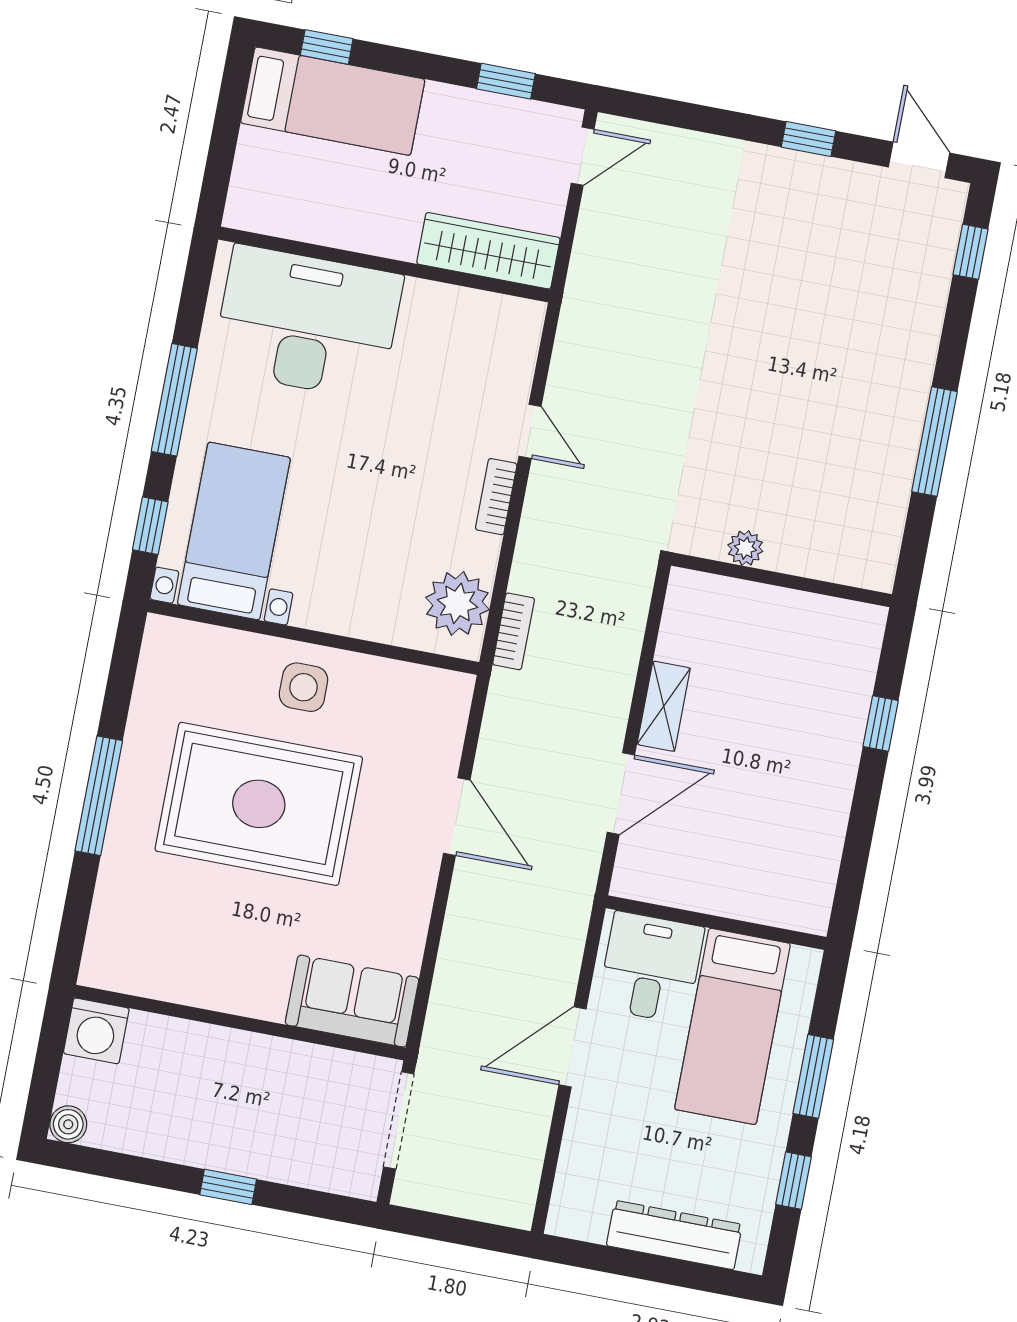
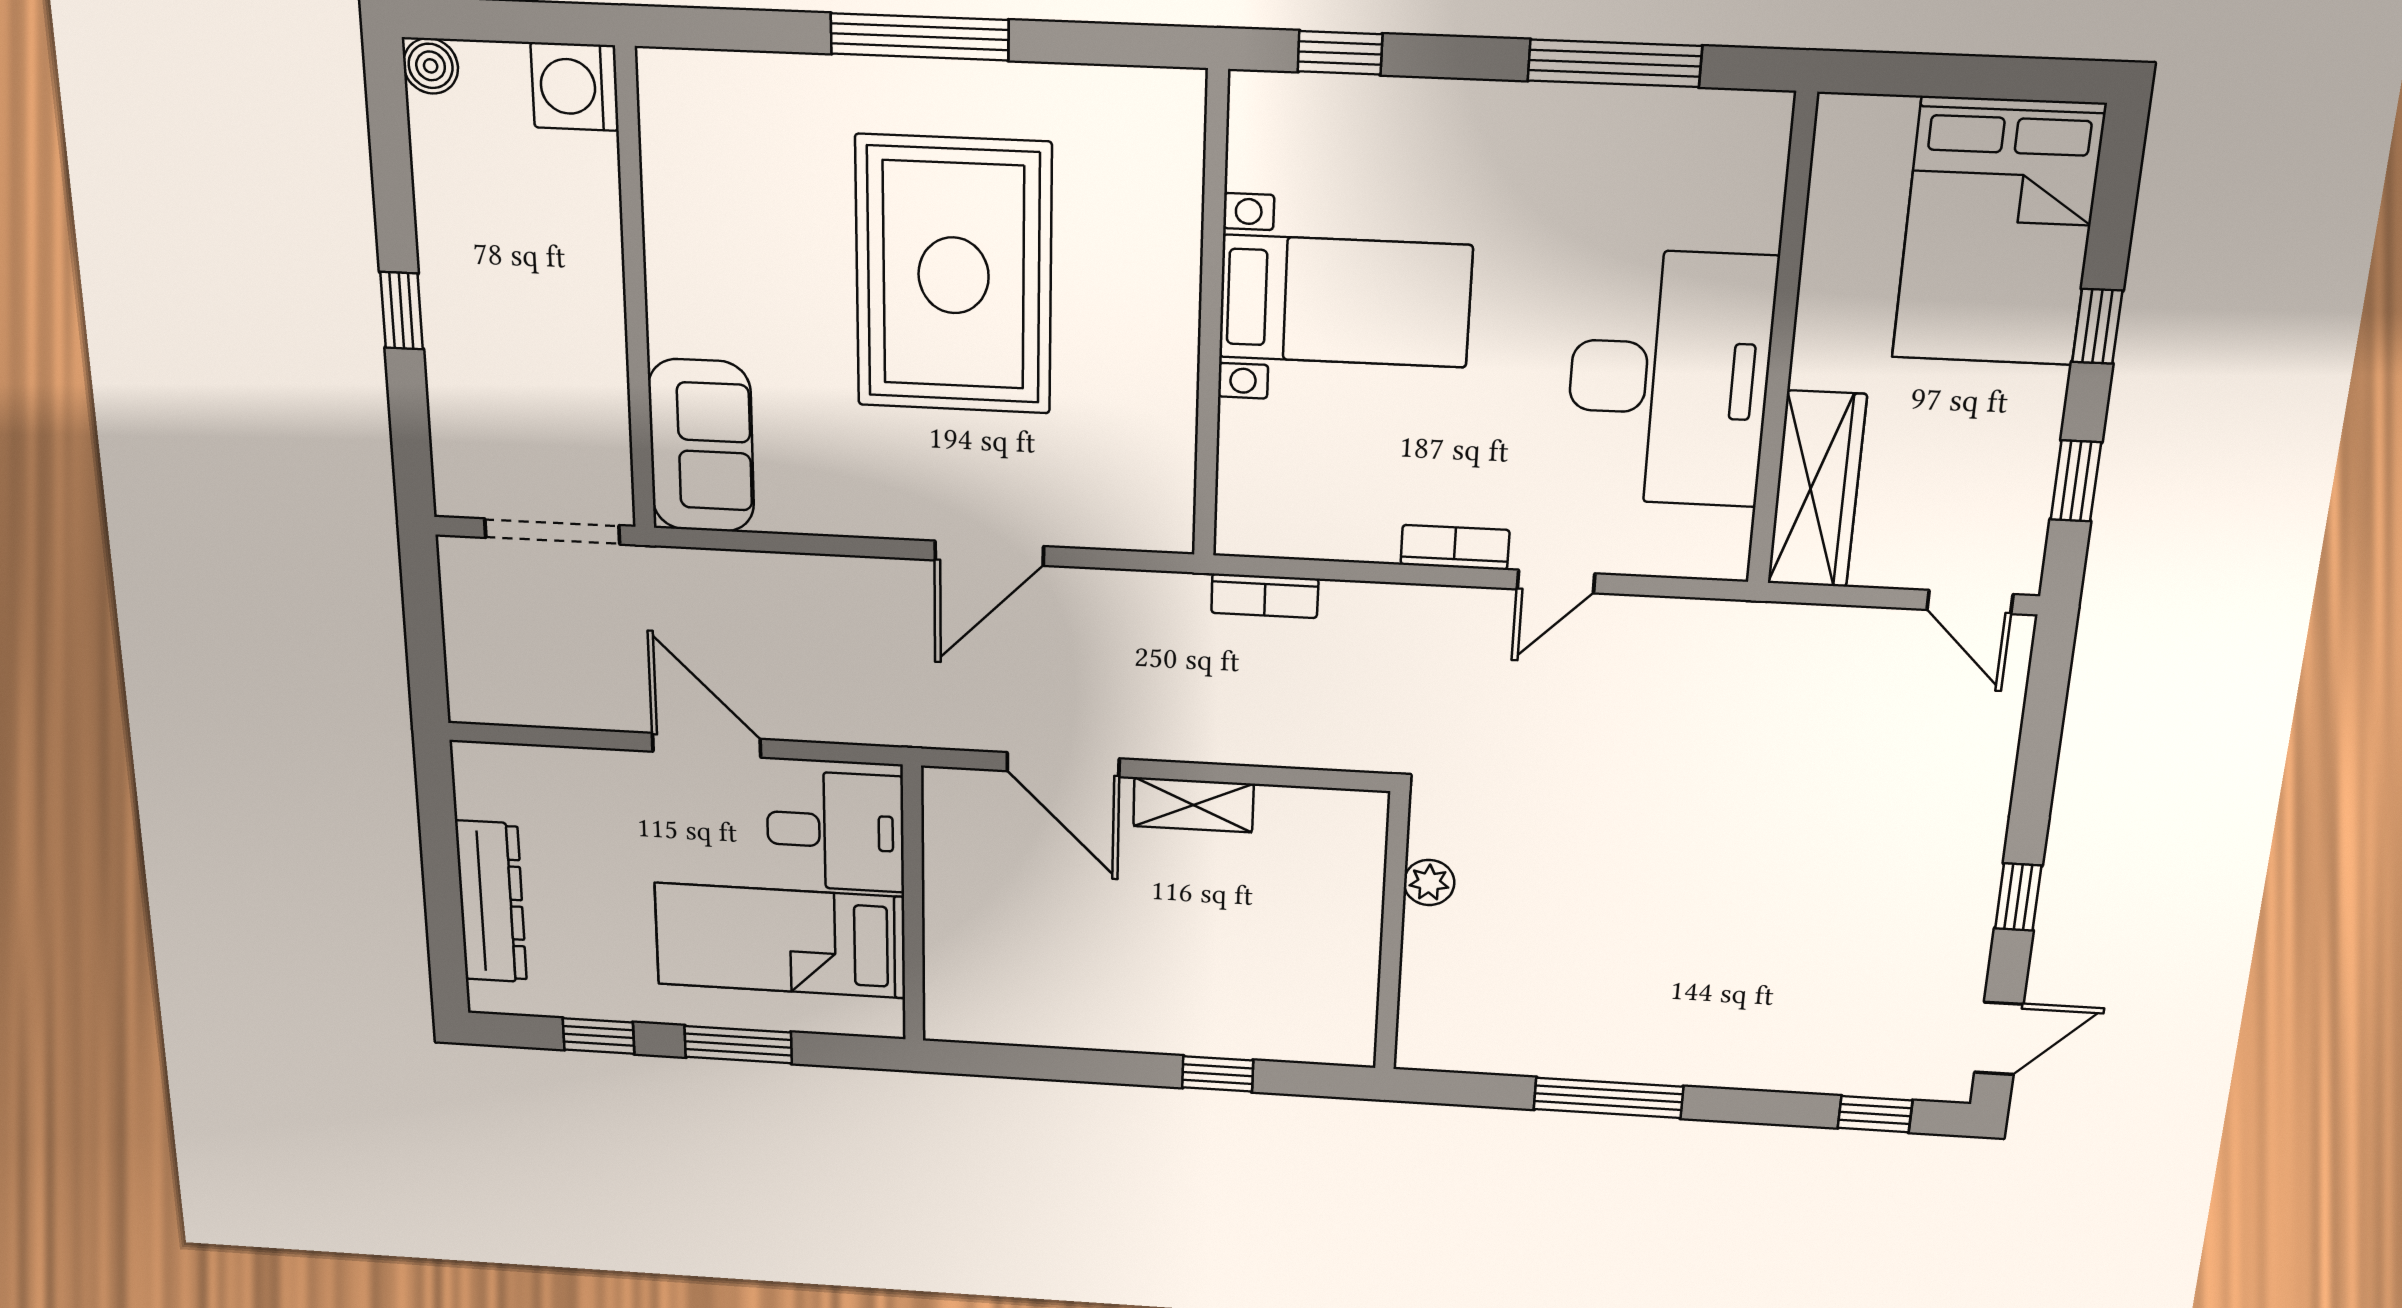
window: (327, 47) -> (2097, 326), moved
bed: (333, 101) -> (1998, 232), width x1.50
desk: (307, 323) -> (1669, 379), moved
window: (174, 400) -> (1615, 63), moved
bed with nightstands: (234, 531) -> (1345, 301), moved
plant: (457, 603) -> (1292, 515), removed
side table: (303, 687) -> (1135, 315), removed

